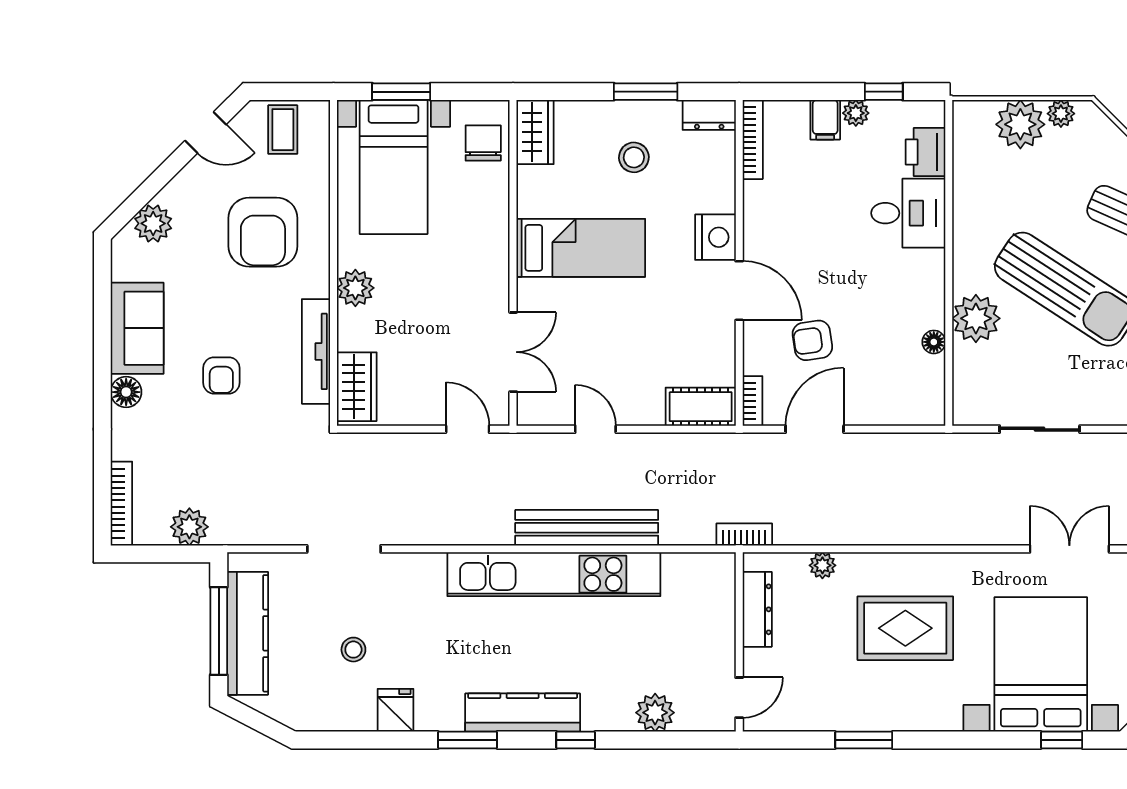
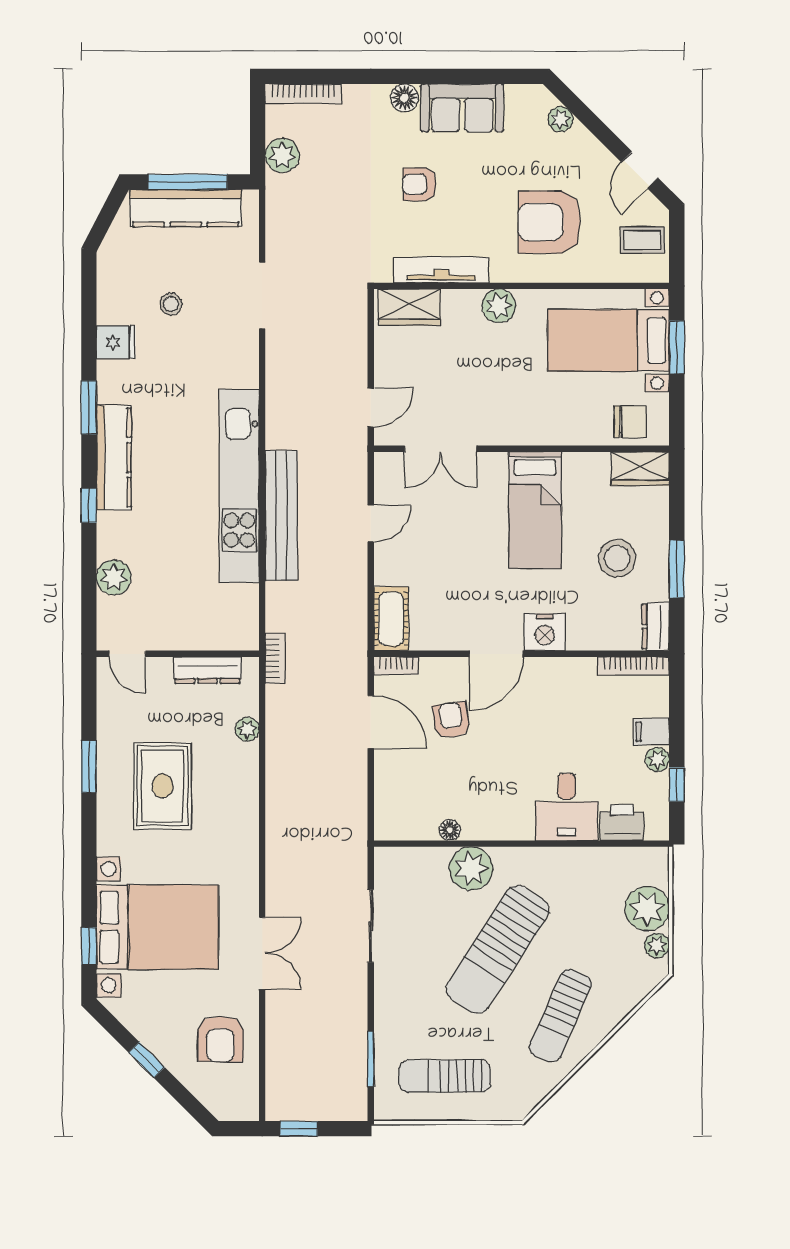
stool: (634, 157) -> (617, 558), width x1.38, depth x1.38
plant: (153, 223) -> (561, 119), width x0.73, depth x0.73
rug: (905, 628) -> (163, 786), moved

